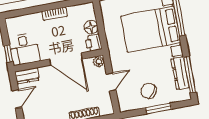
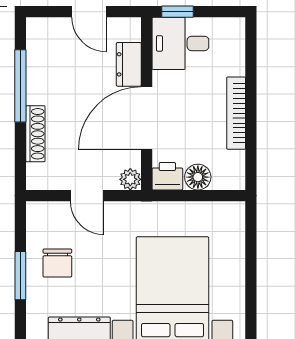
bookcase: (55, 14) -> (236, 113), width x1.56
dresser: (27, 76) -> (129, 64), moved
chair: (149, 91) -> (57, 263), turned 146

